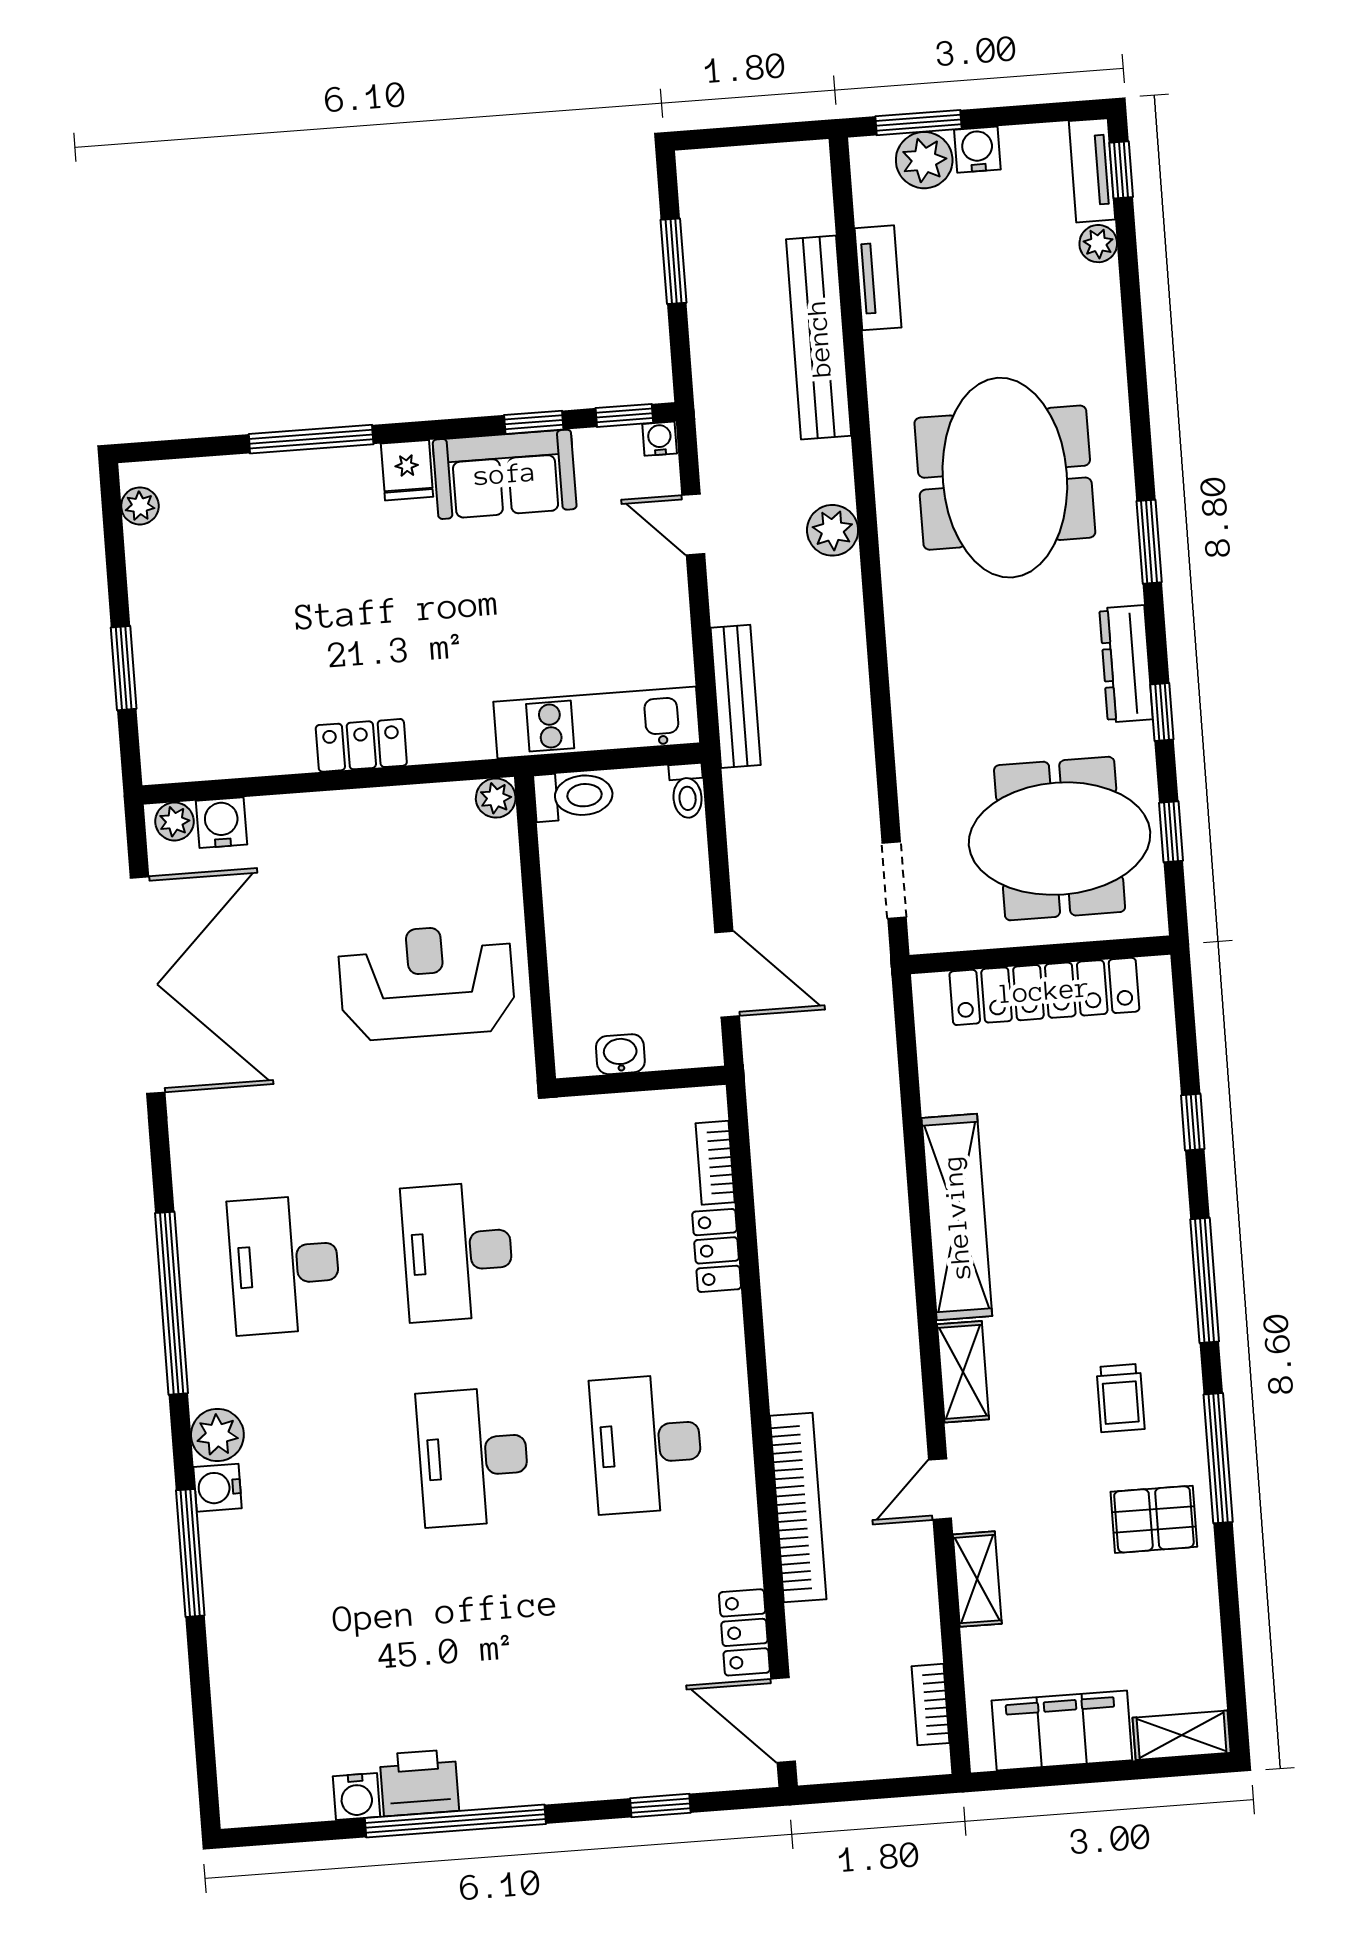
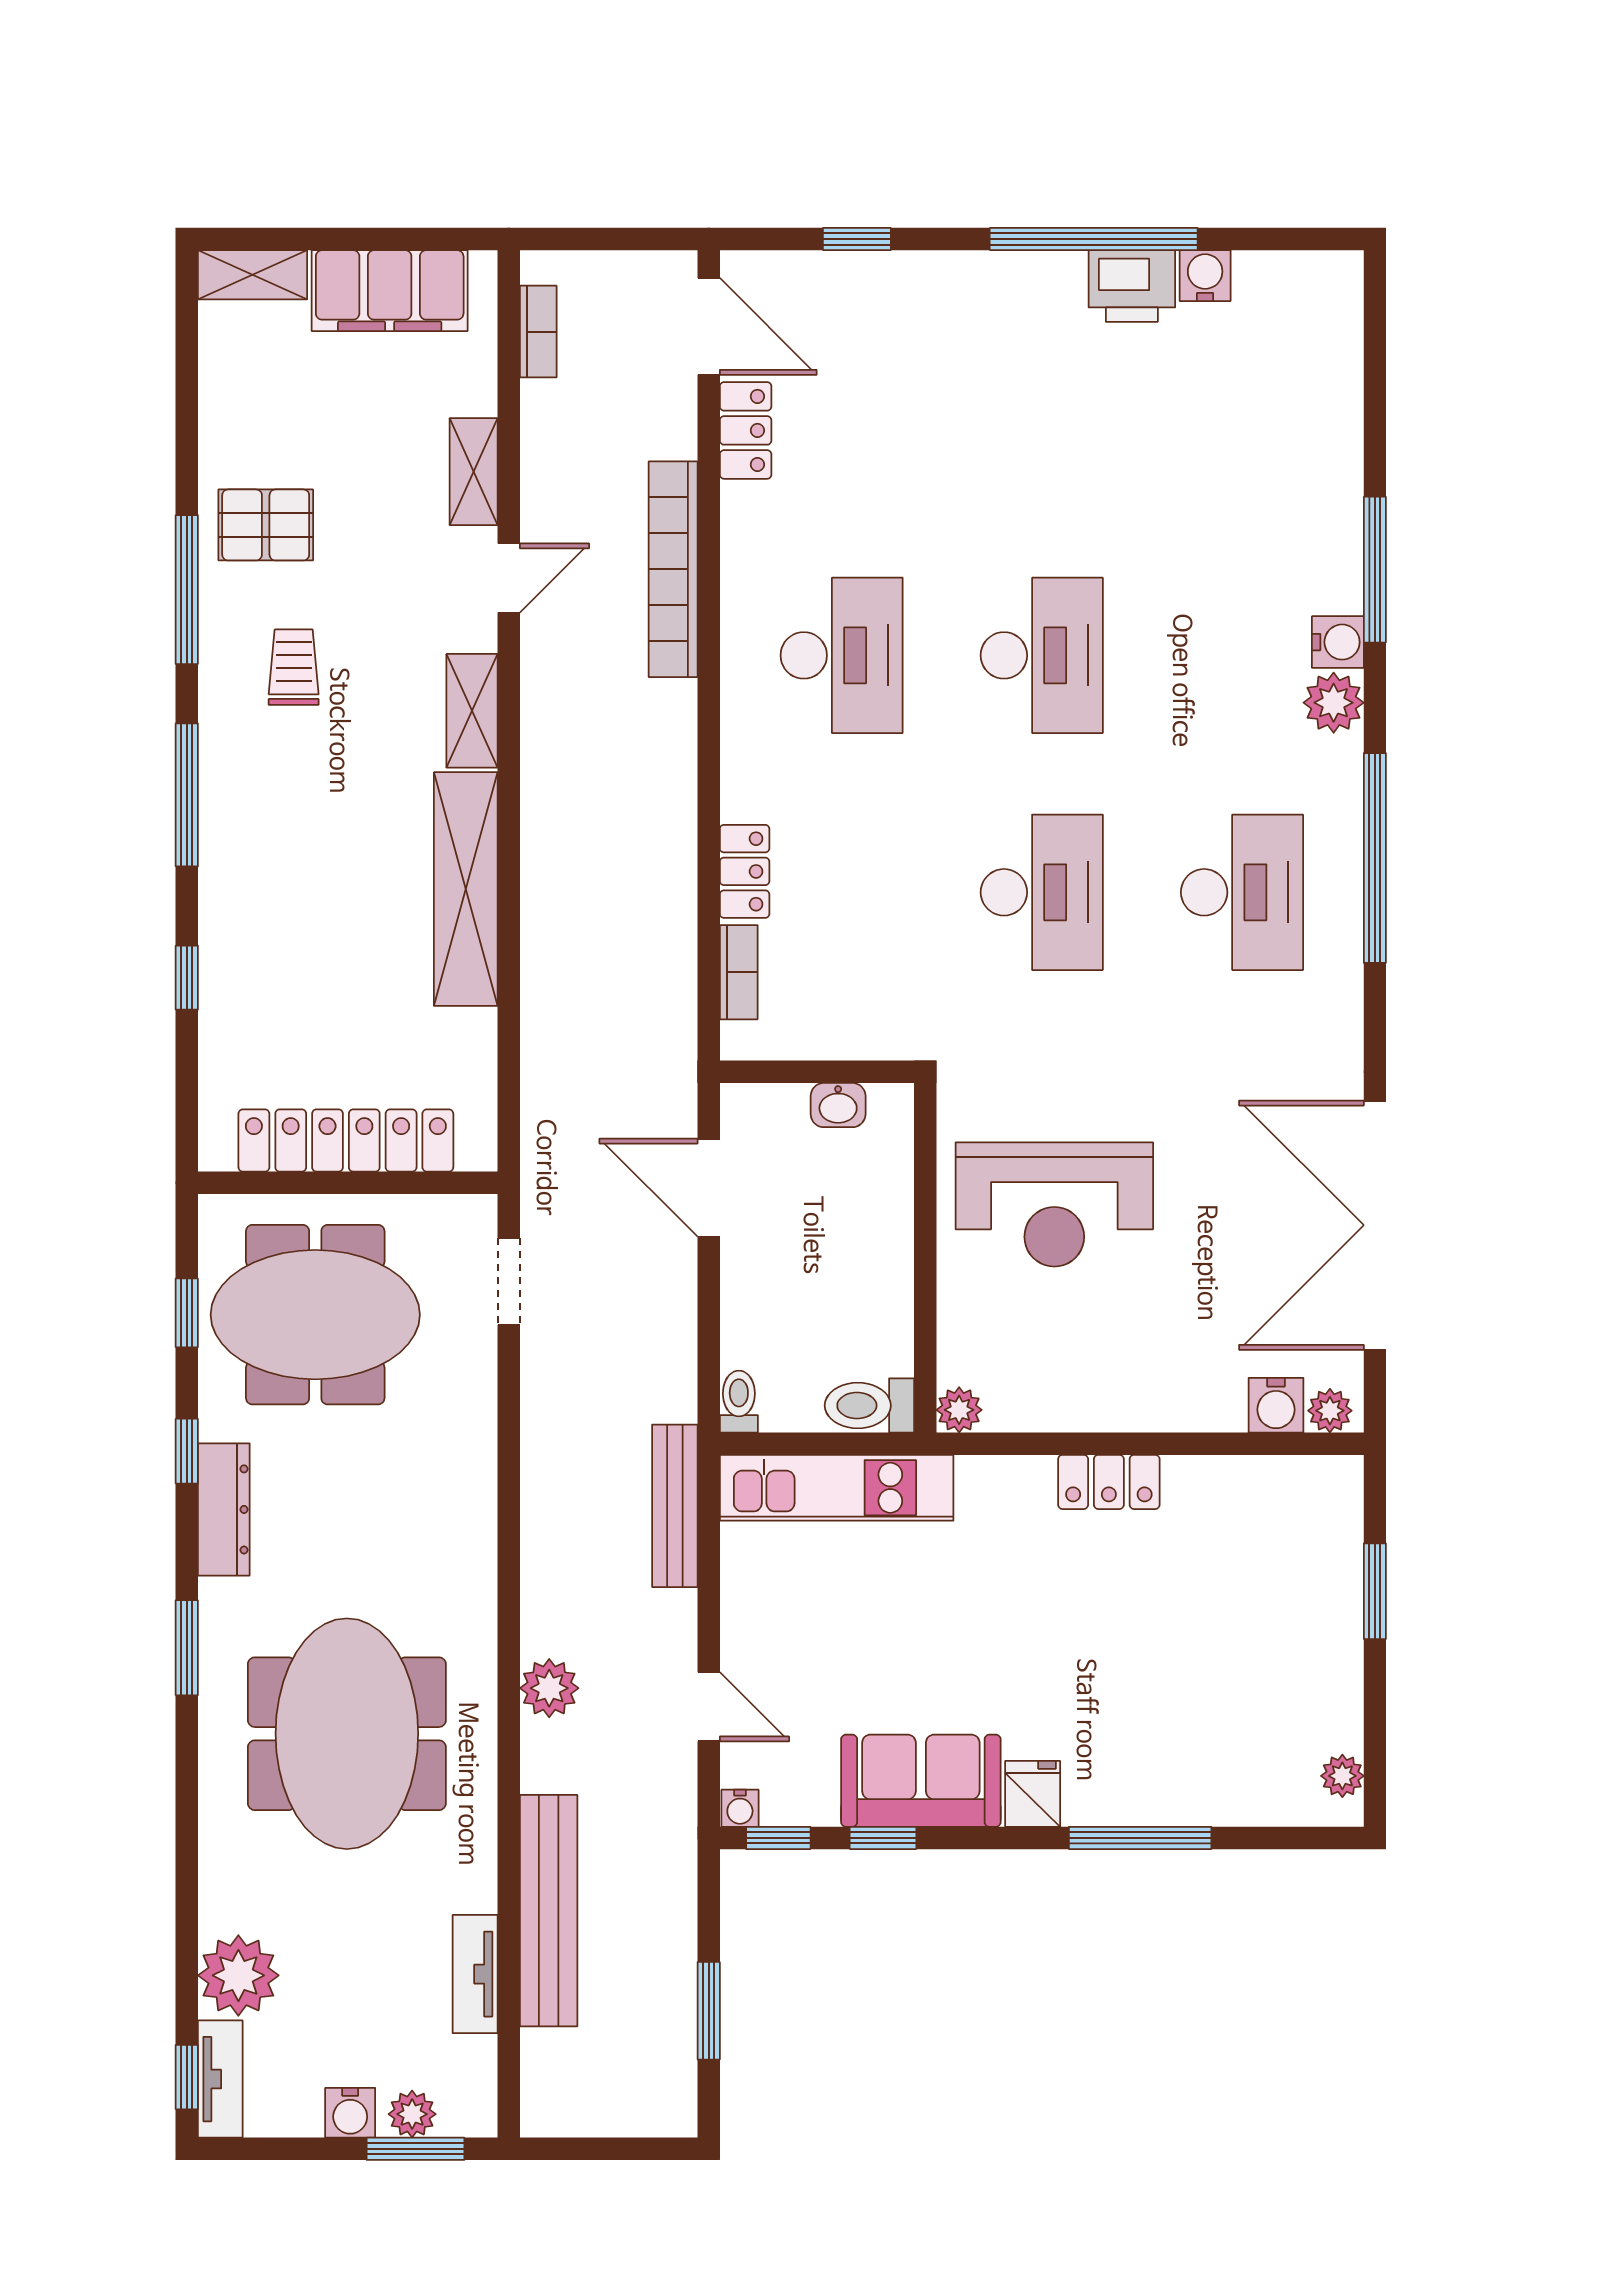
plant: (924, 160) -> (412, 2114), width x0.73, depth x0.73
plant: (1098, 244) -> (238, 1975), width x1.88, depth x1.88

